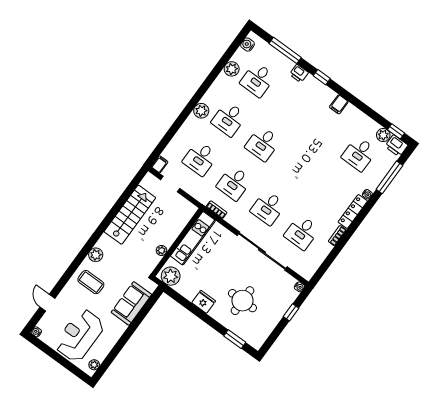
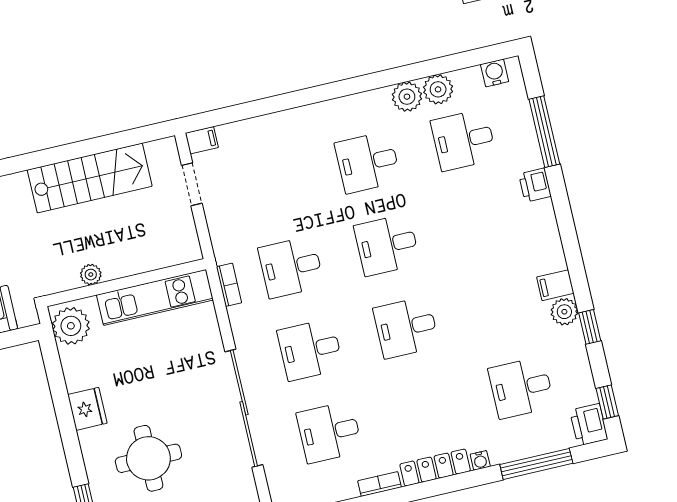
window: (322, 77) -> (590, 327), moved
plant: (201, 111) -> (407, 97), moved
plant: (383, 135) -> (564, 312), moved
desk: (200, 158) -> (406, 327), moved

